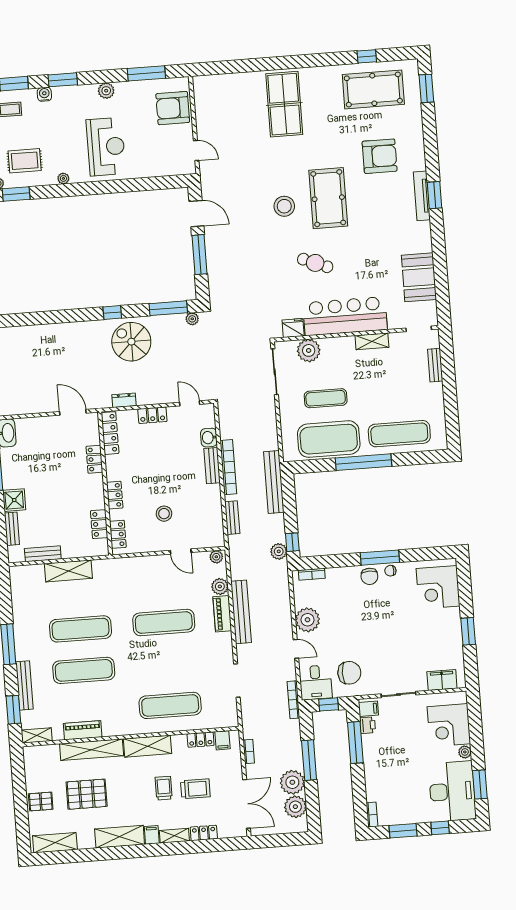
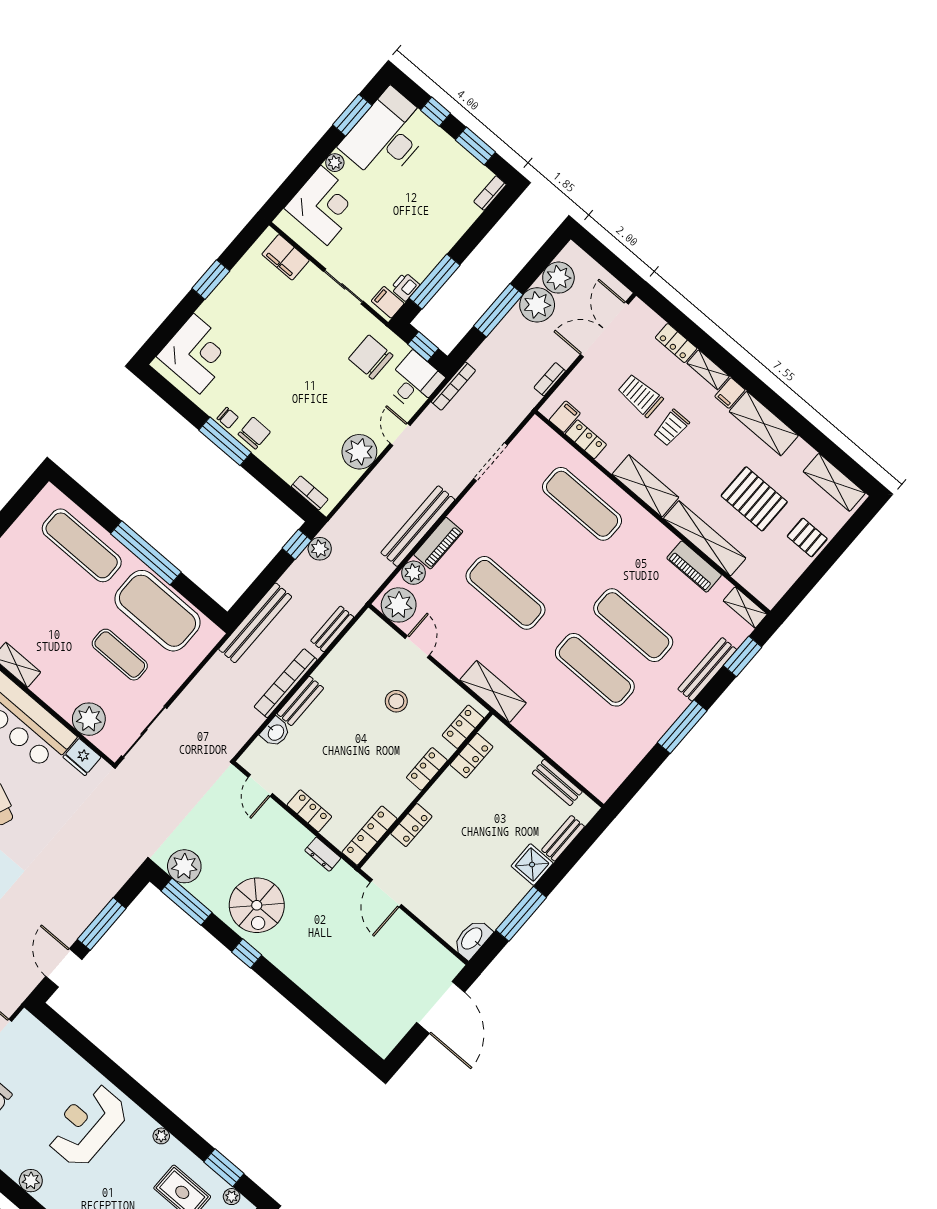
plant: (192, 319) -> (184, 866), width x1.87, depth x1.87
plant: (216, 557) -> (399, 605), width x1.87, depth x1.87
shelving: (68, 571) -> (493, 691), moved

